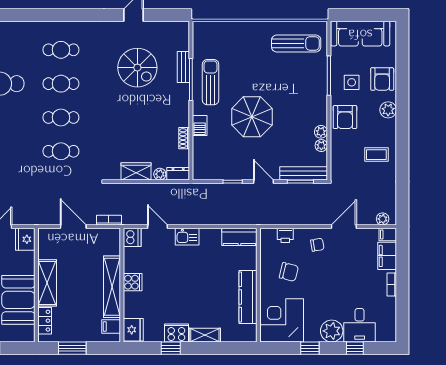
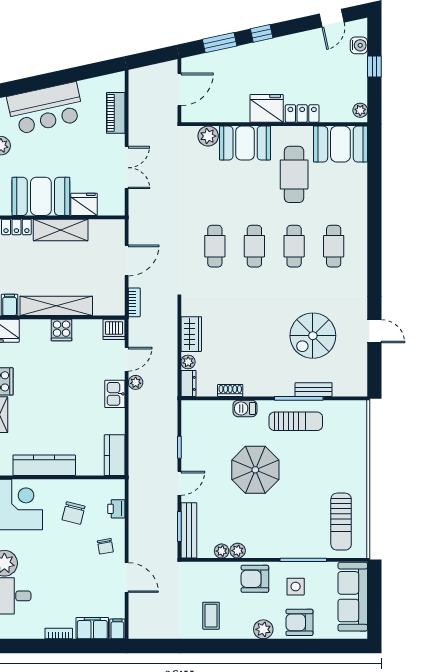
plant: (383, 219) -> (136, 382), moved
fridge: (25, 239) -> (84, 204), moved

